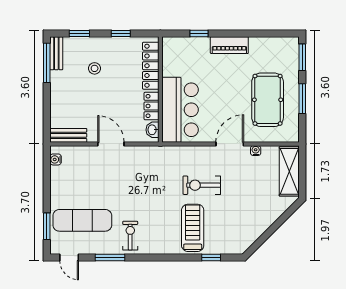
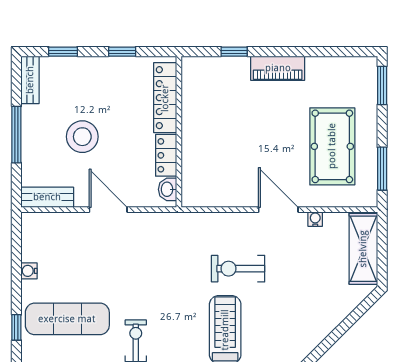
window: (47, 63) -> (16, 135), moved
stool: (95, 68) -> (82, 137), moved, width x1.89, depth x1.89
window: (302, 99) -> (382, 169), moved
bar counter: (180, 110) -> (207, 161), removed
door: (230, 144) -> (278, 210), hinge flipped
water cooler: (56, 159) -> (29, 271), moved
window: (47, 226) -> (16, 327), width x0.67

